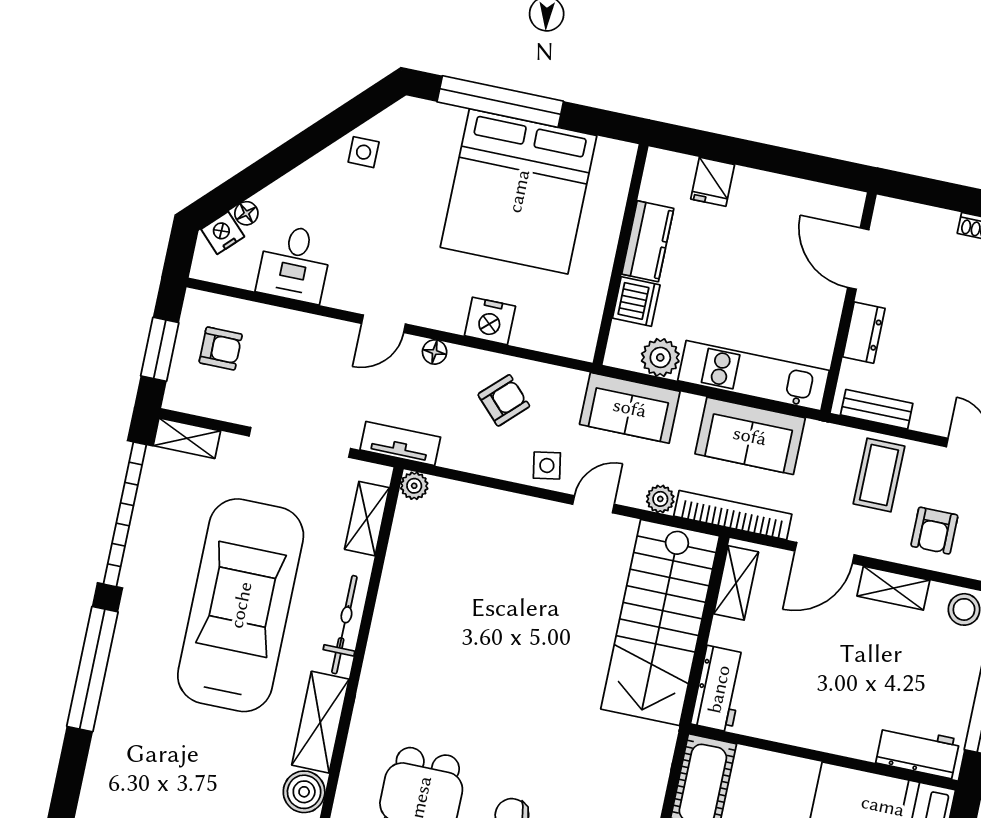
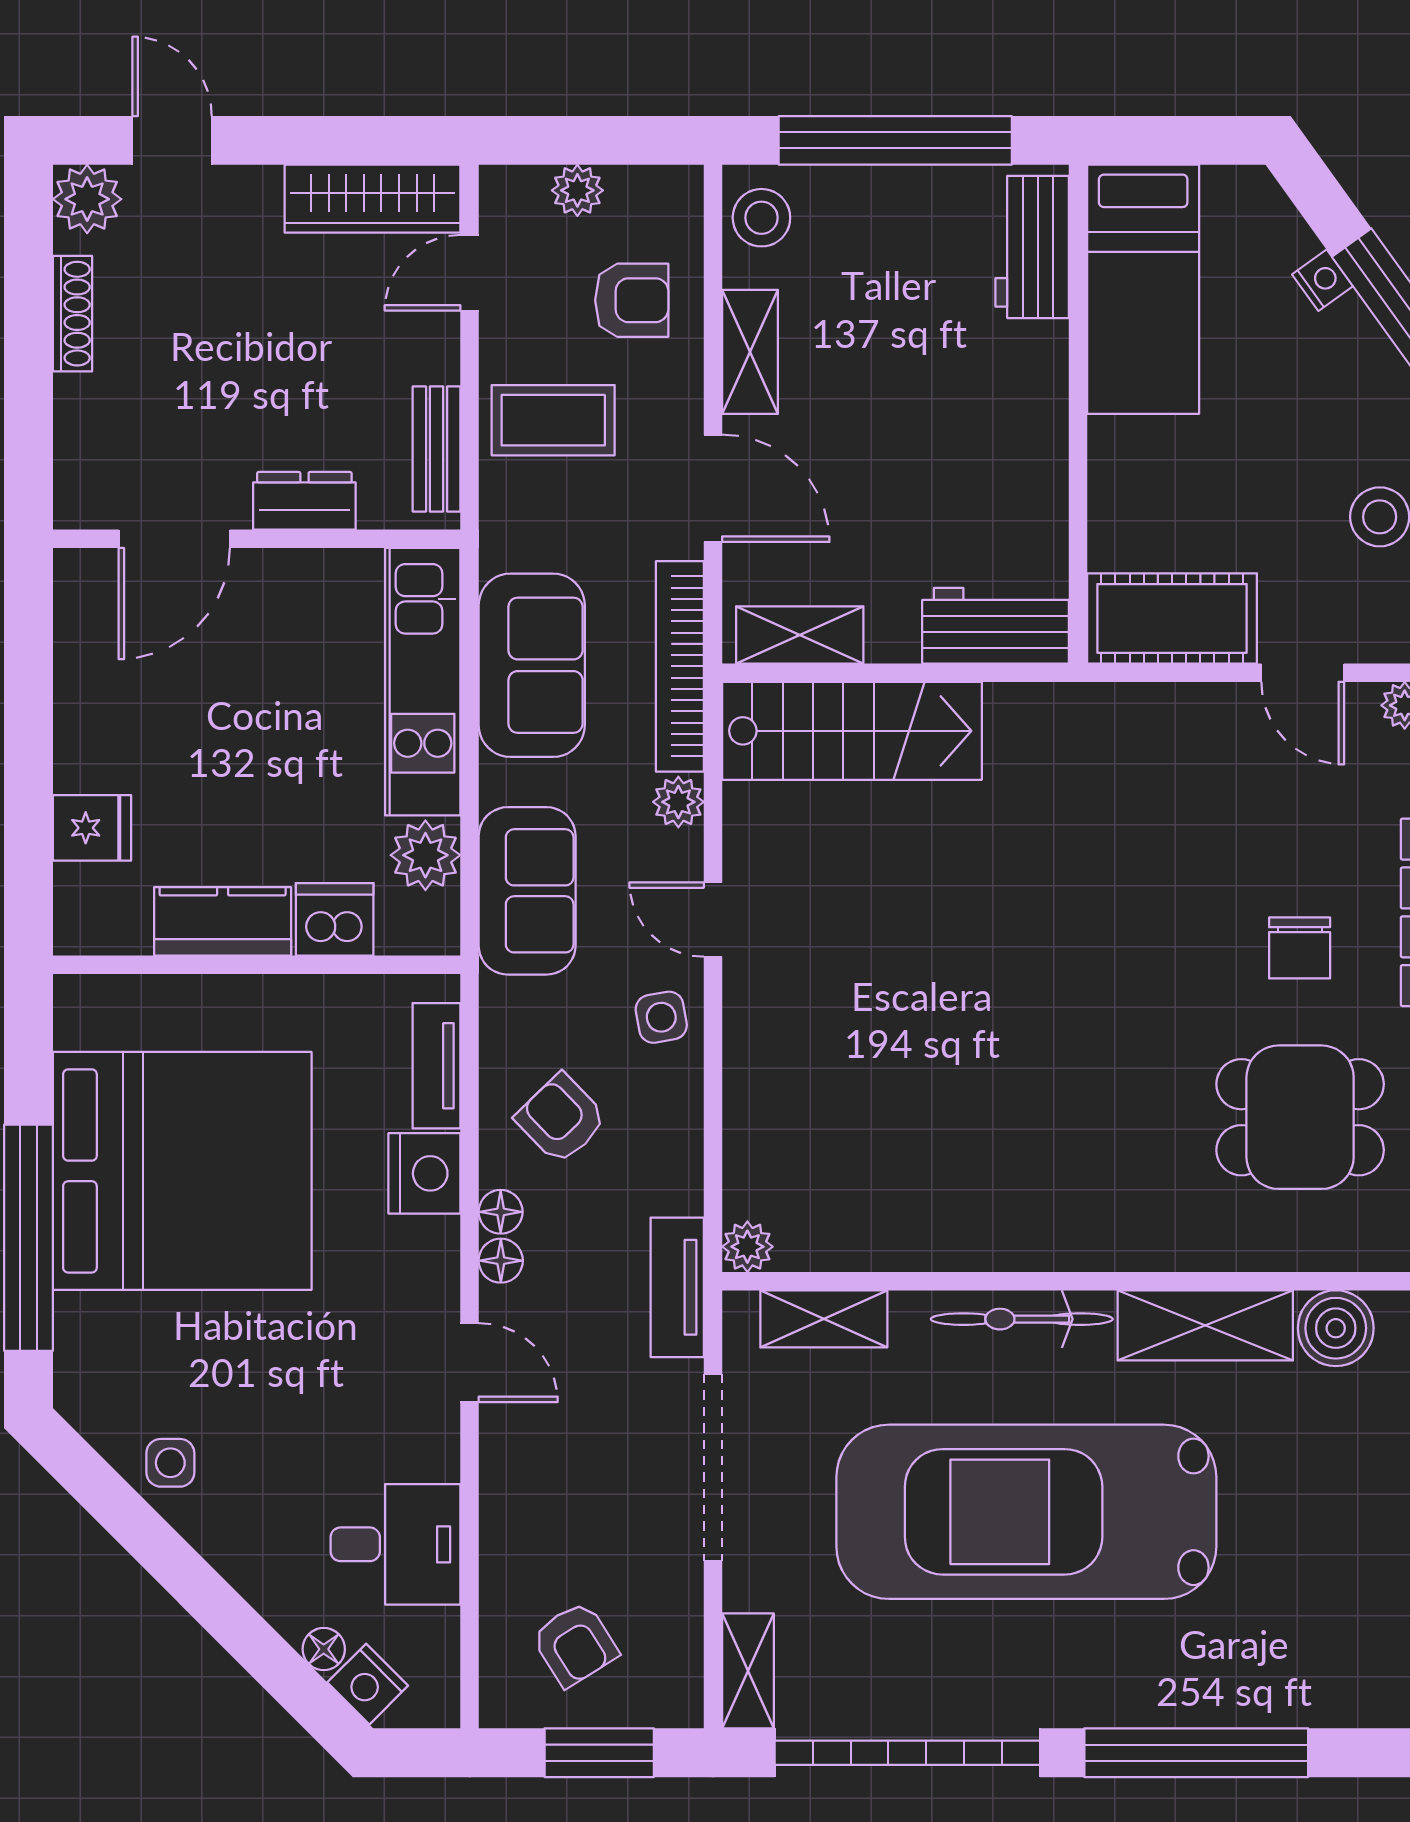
tv unit: (546, 340) -> (437, 1066), added
armchair: (221, 348) -> (575, 1644), turned 148
floor lamp: (461, 357) -> (501, 1212), added
stairs: (660, 622) -> (852, 731), width x0.73, depth x0.66

